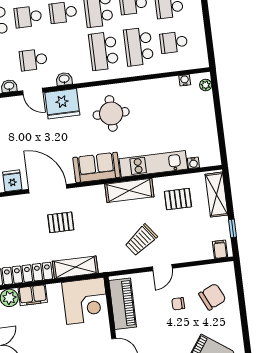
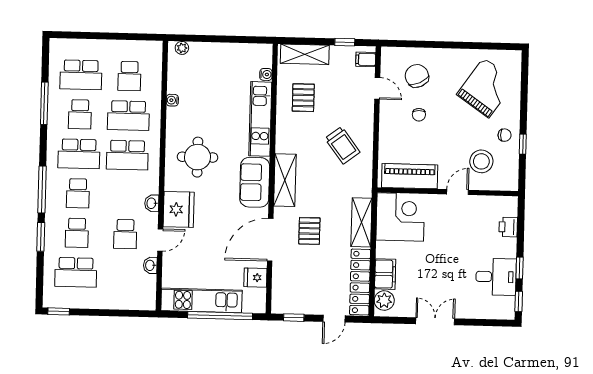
water cooler: (185, 80) -> (172, 100), moved
shelving: (129, 190) -> (285, 180), moved
door: (162, 268) -> (377, 88), moved

